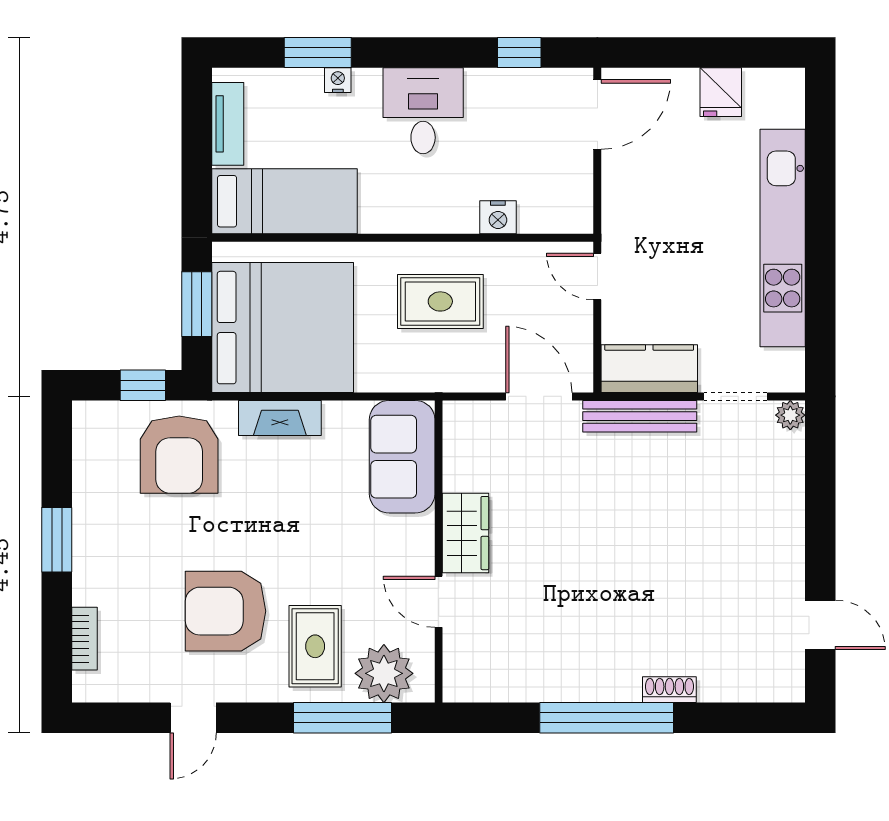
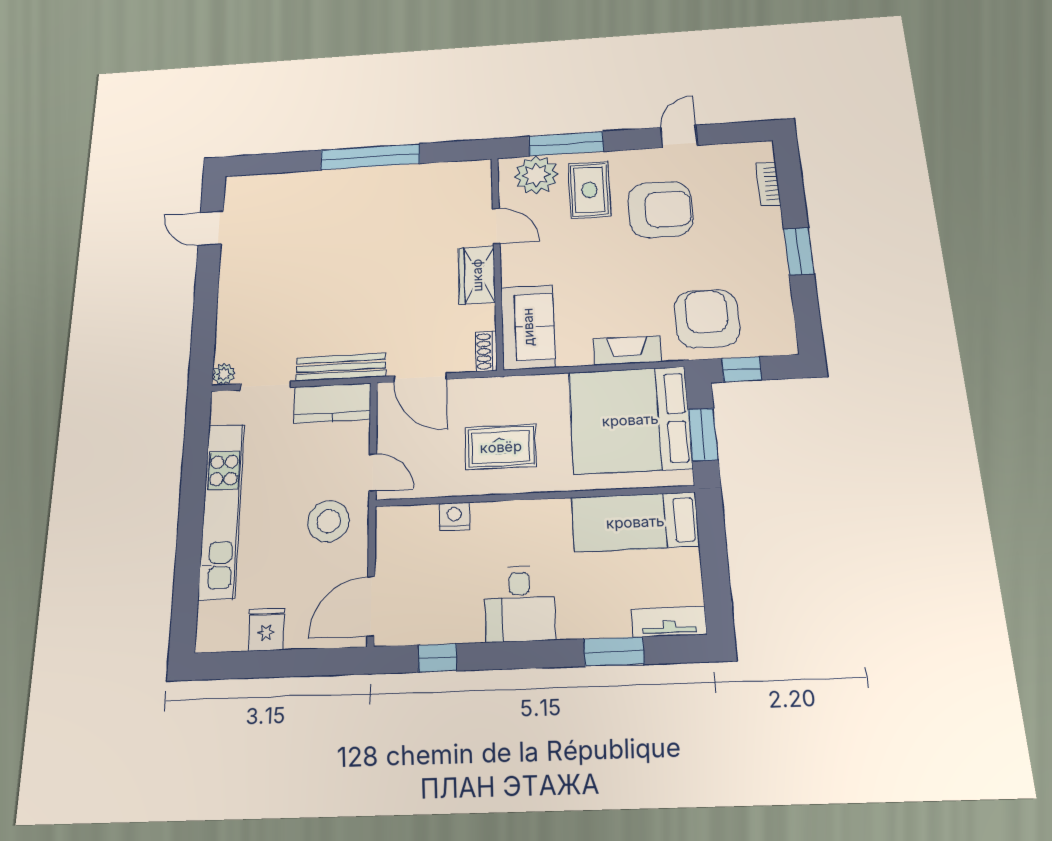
nightstand: (338, 80) -> (595, 628), removed
tv unit: (228, 124) -> (669, 622), moved, turned 90
stool: (650, 218) -> (328, 521), added
shoe rack: (669, 690) -> (486, 351), moved, turned 90

